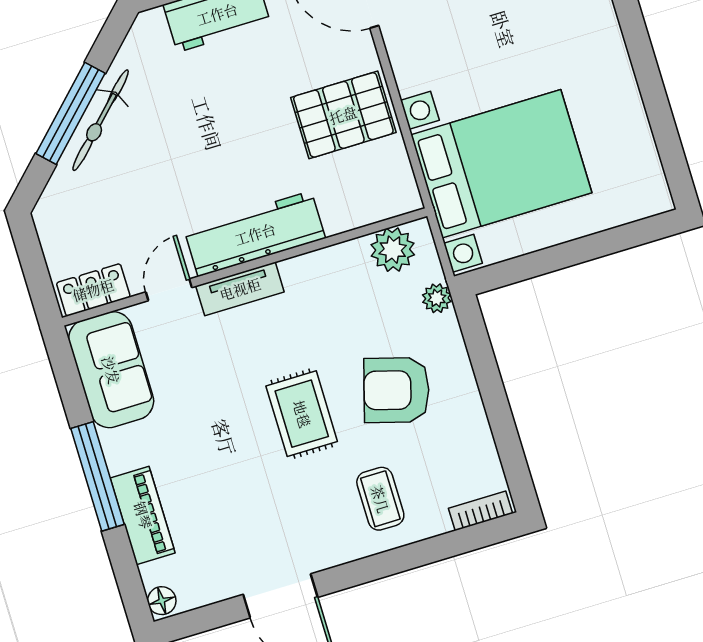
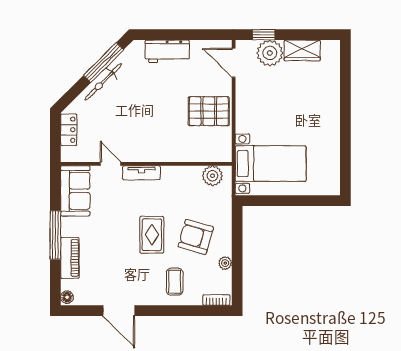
window: (71, 113) -> (104, 63), moved
bed with nightstands: (501, 164) -> (271, 164), width x0.73
workbench: (255, 234) -> (155, 151), removed
locker: (93, 290) -> (69, 130), moved, turned 90
door: (169, 290) -> (111, 164), hinge flipped
plant: (437, 298) -> (225, 263), moved

